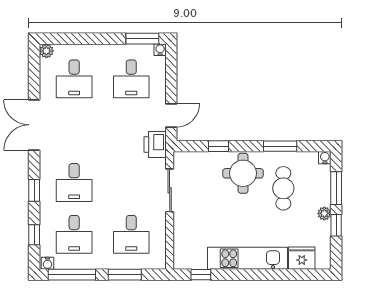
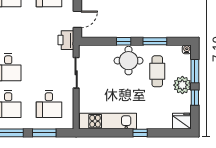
window: (219, 146) -> (124, 41), moved
plant: (324, 213) -> (182, 85), width x1.88, depth x1.88
kitchen unit: (247, 258) -> (108, 121), moved
fridge: (302, 258) -> (182, 121), moved
window: (201, 275) -> (140, 133), moved

